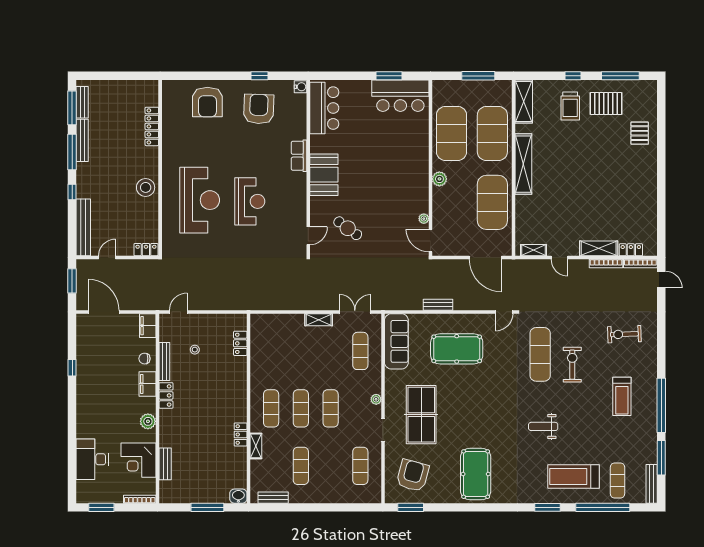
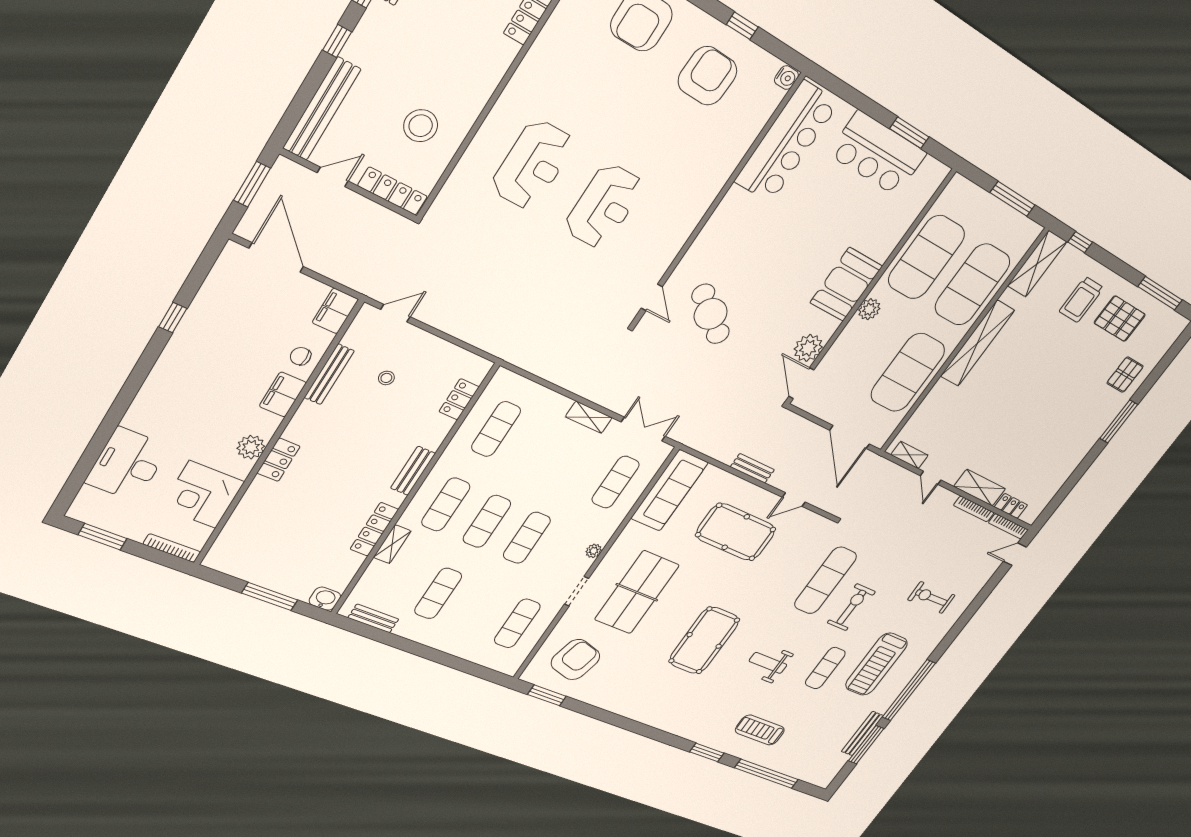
window: (573, 76) -> (1080, 242), moved
bar counter: (400, 96) -> (878, 153), moved
bar counter: (324, 108) -> (787, 142), width x1.36
row of seats: (299, 156) -> (716, 178), removed
window: (661, 163) -> (1119, 421), added
booth: (324, 175) -> (846, 284), moved
stool: (146, 187) -> (421, 126), moved
reception desk: (200, 200) -> (533, 165), width x0.74, depth x0.77
plant: (424, 219) -> (808, 348), width x1.87, depth x1.87
cafe table: (348, 228) -> (711, 314), width x1.37, depth x1.35
door: (308, 236) -> (652, 297), hinge flipped
locker: (146, 250) -> (393, 191), width x1.53
door: (661, 279) -> (1015, 554), swing flipped
door: (504, 312) -> (794, 500), moved
exercise mat: (271, 351) -> (496, 429), added
locker: (166, 395) -> (278, 460), moved
treadmill: (622, 396) -> (876, 664), width x1.37, depth x1.38
locker: (241, 434) -> (374, 529), width x1.53
bench: (165, 464) -> (413, 471), moved
pool table: (476, 474) -> (704, 640), moved
treadmill: (573, 477) -> (760, 730), width x0.73, depth x0.73
exercise mat: (618, 481) -> (825, 668), moved
bench: (652, 484) -> (862, 734), moved

